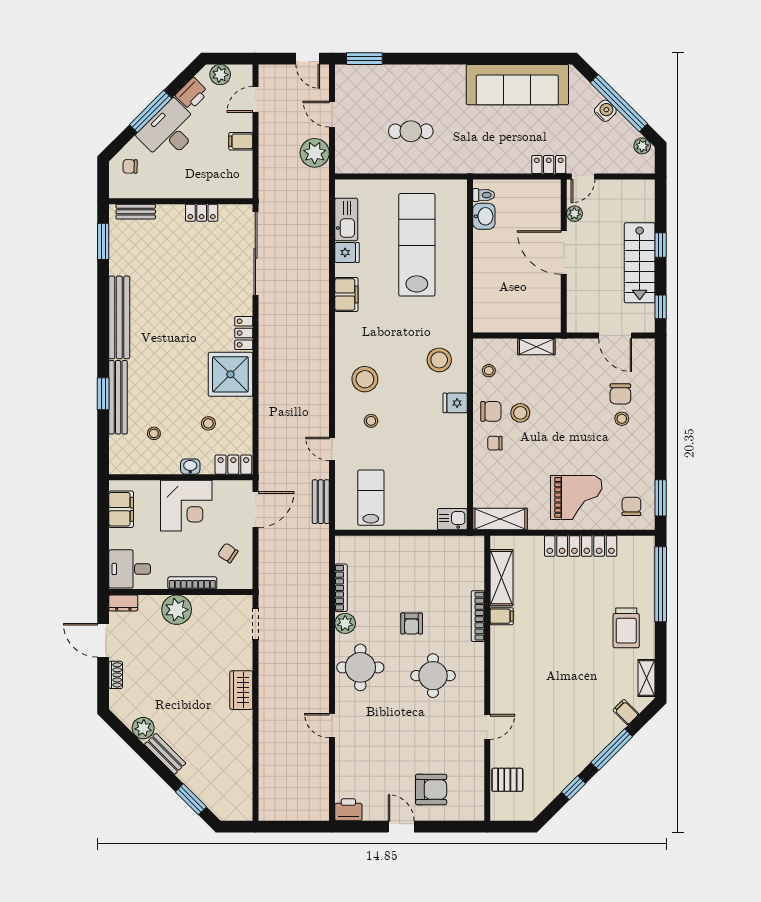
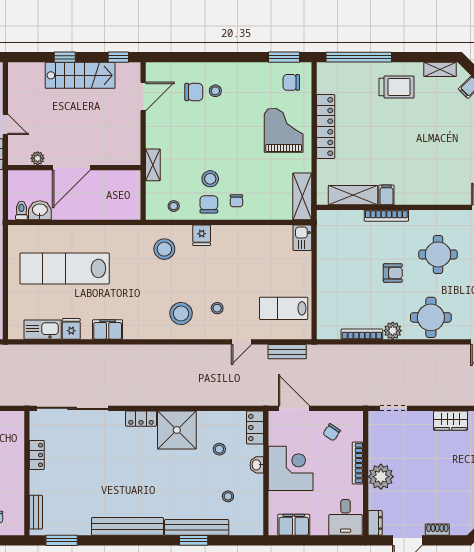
plant: (574, 214) -> (38, 158), moved
door: (564, 253) -> (71, 168), moved
wall: (564, 256) -> (74, 168), moved

